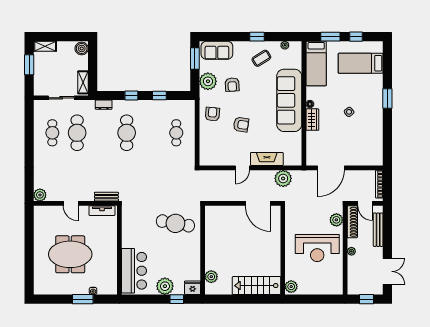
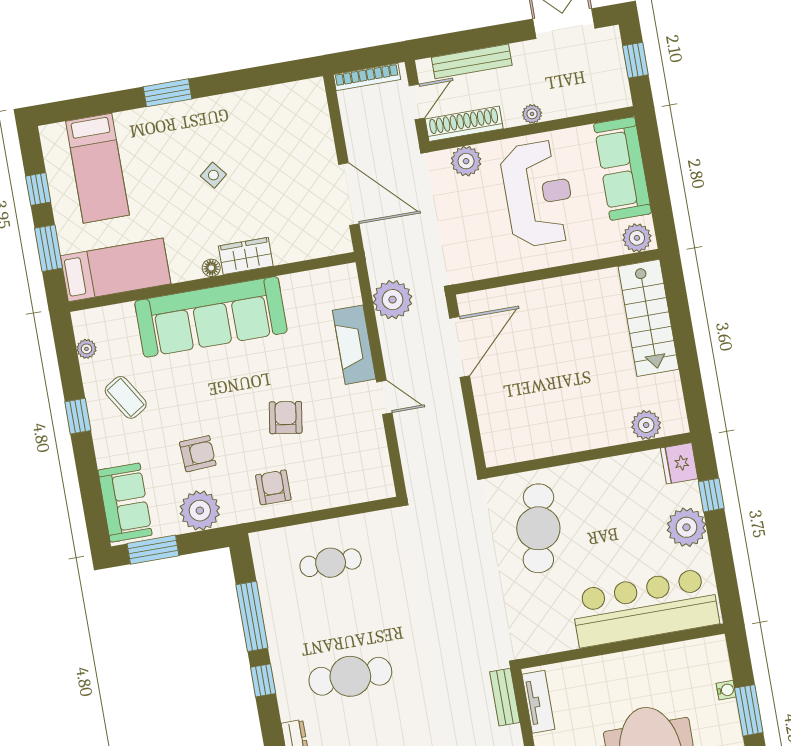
window: (159, 96) -> (252, 616), width x2.17
armchair: (212, 114) -> (273, 487), turned 85
bar counter: (134, 271) -> (645, 608), width x1.36
sofa: (322, 286) -> (623, 169), added

